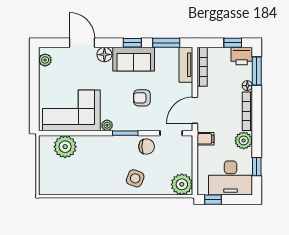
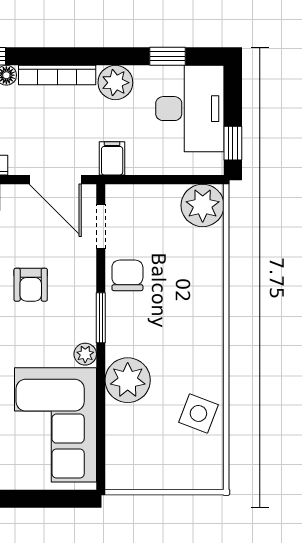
plant: (65, 147) -> (128, 380), moved
side table: (135, 178) -> (198, 413), moved

